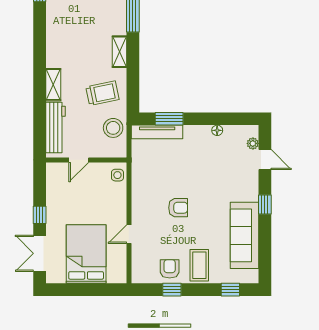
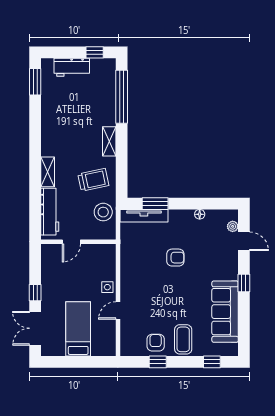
side table: (117, 175) -> (107, 287), moved
armchair: (178, 208) -> (175, 258), moved
bed: (86, 254) -> (78, 329), width x0.67

